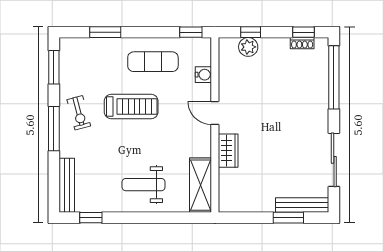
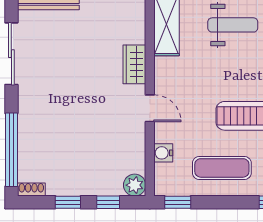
window: (304, 32) -> (68, 202), moved
shoe rack: (302, 43) -> (31, 189), moved
plant: (248, 47) -> (135, 185), moved

